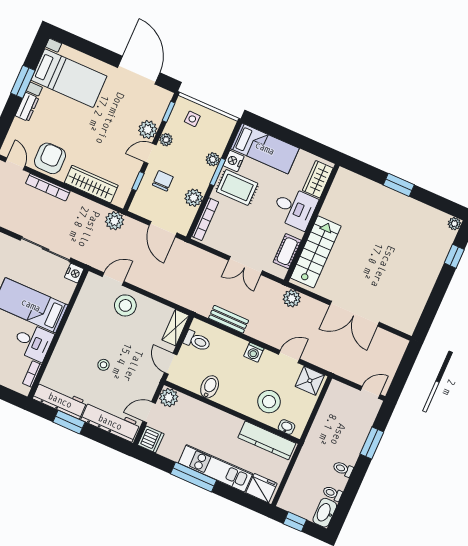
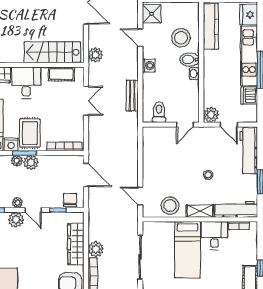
chair: (163, 181) -> (70, 200), moved, turned 90
plant: (194, 198) -> (31, 162), moved
plant: (115, 221) -> (96, 249), moved
door: (163, 229) -> (86, 175), hinge flipped
nightstand: (74, 273) -> (149, 227), removed
stool: (125, 305) -> (170, 206), moved
shelving: (176, 328) -> (200, 211), moved
bidet: (210, 387) -> (189, 60), moved
workbench: (60, 400) -> (236, 209), moved, turned 90
washbasin: (286, 427) -> (194, 73), moved
dishwasher: (151, 439) -> (249, 96), moved, turned -90

